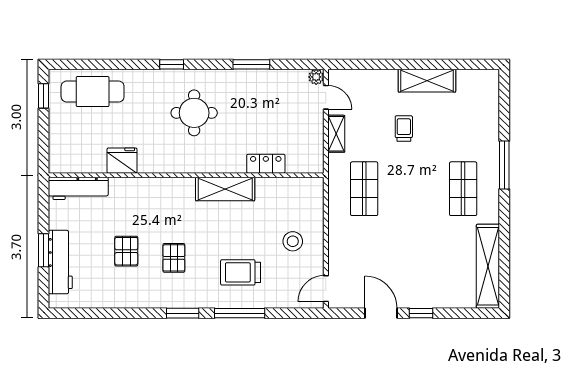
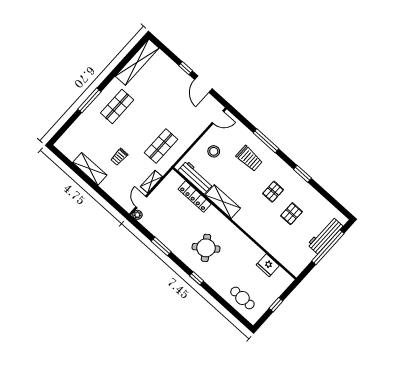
cafe table: (93, 92) -> (242, 298), width x0.73, depth x0.74
window: (43, 96) -> (276, 305), moved
round table: (194, 113) -> (206, 248), turned -36
fridge: (122, 161) -> (268, 265), moved
locker: (266, 164) -> (195, 197), width x1.53
workbench: (78, 188) -> (195, 178), moved
window: (43, 250) -> (328, 247), width x2.11
window: (183, 313) -> (302, 174), moved

